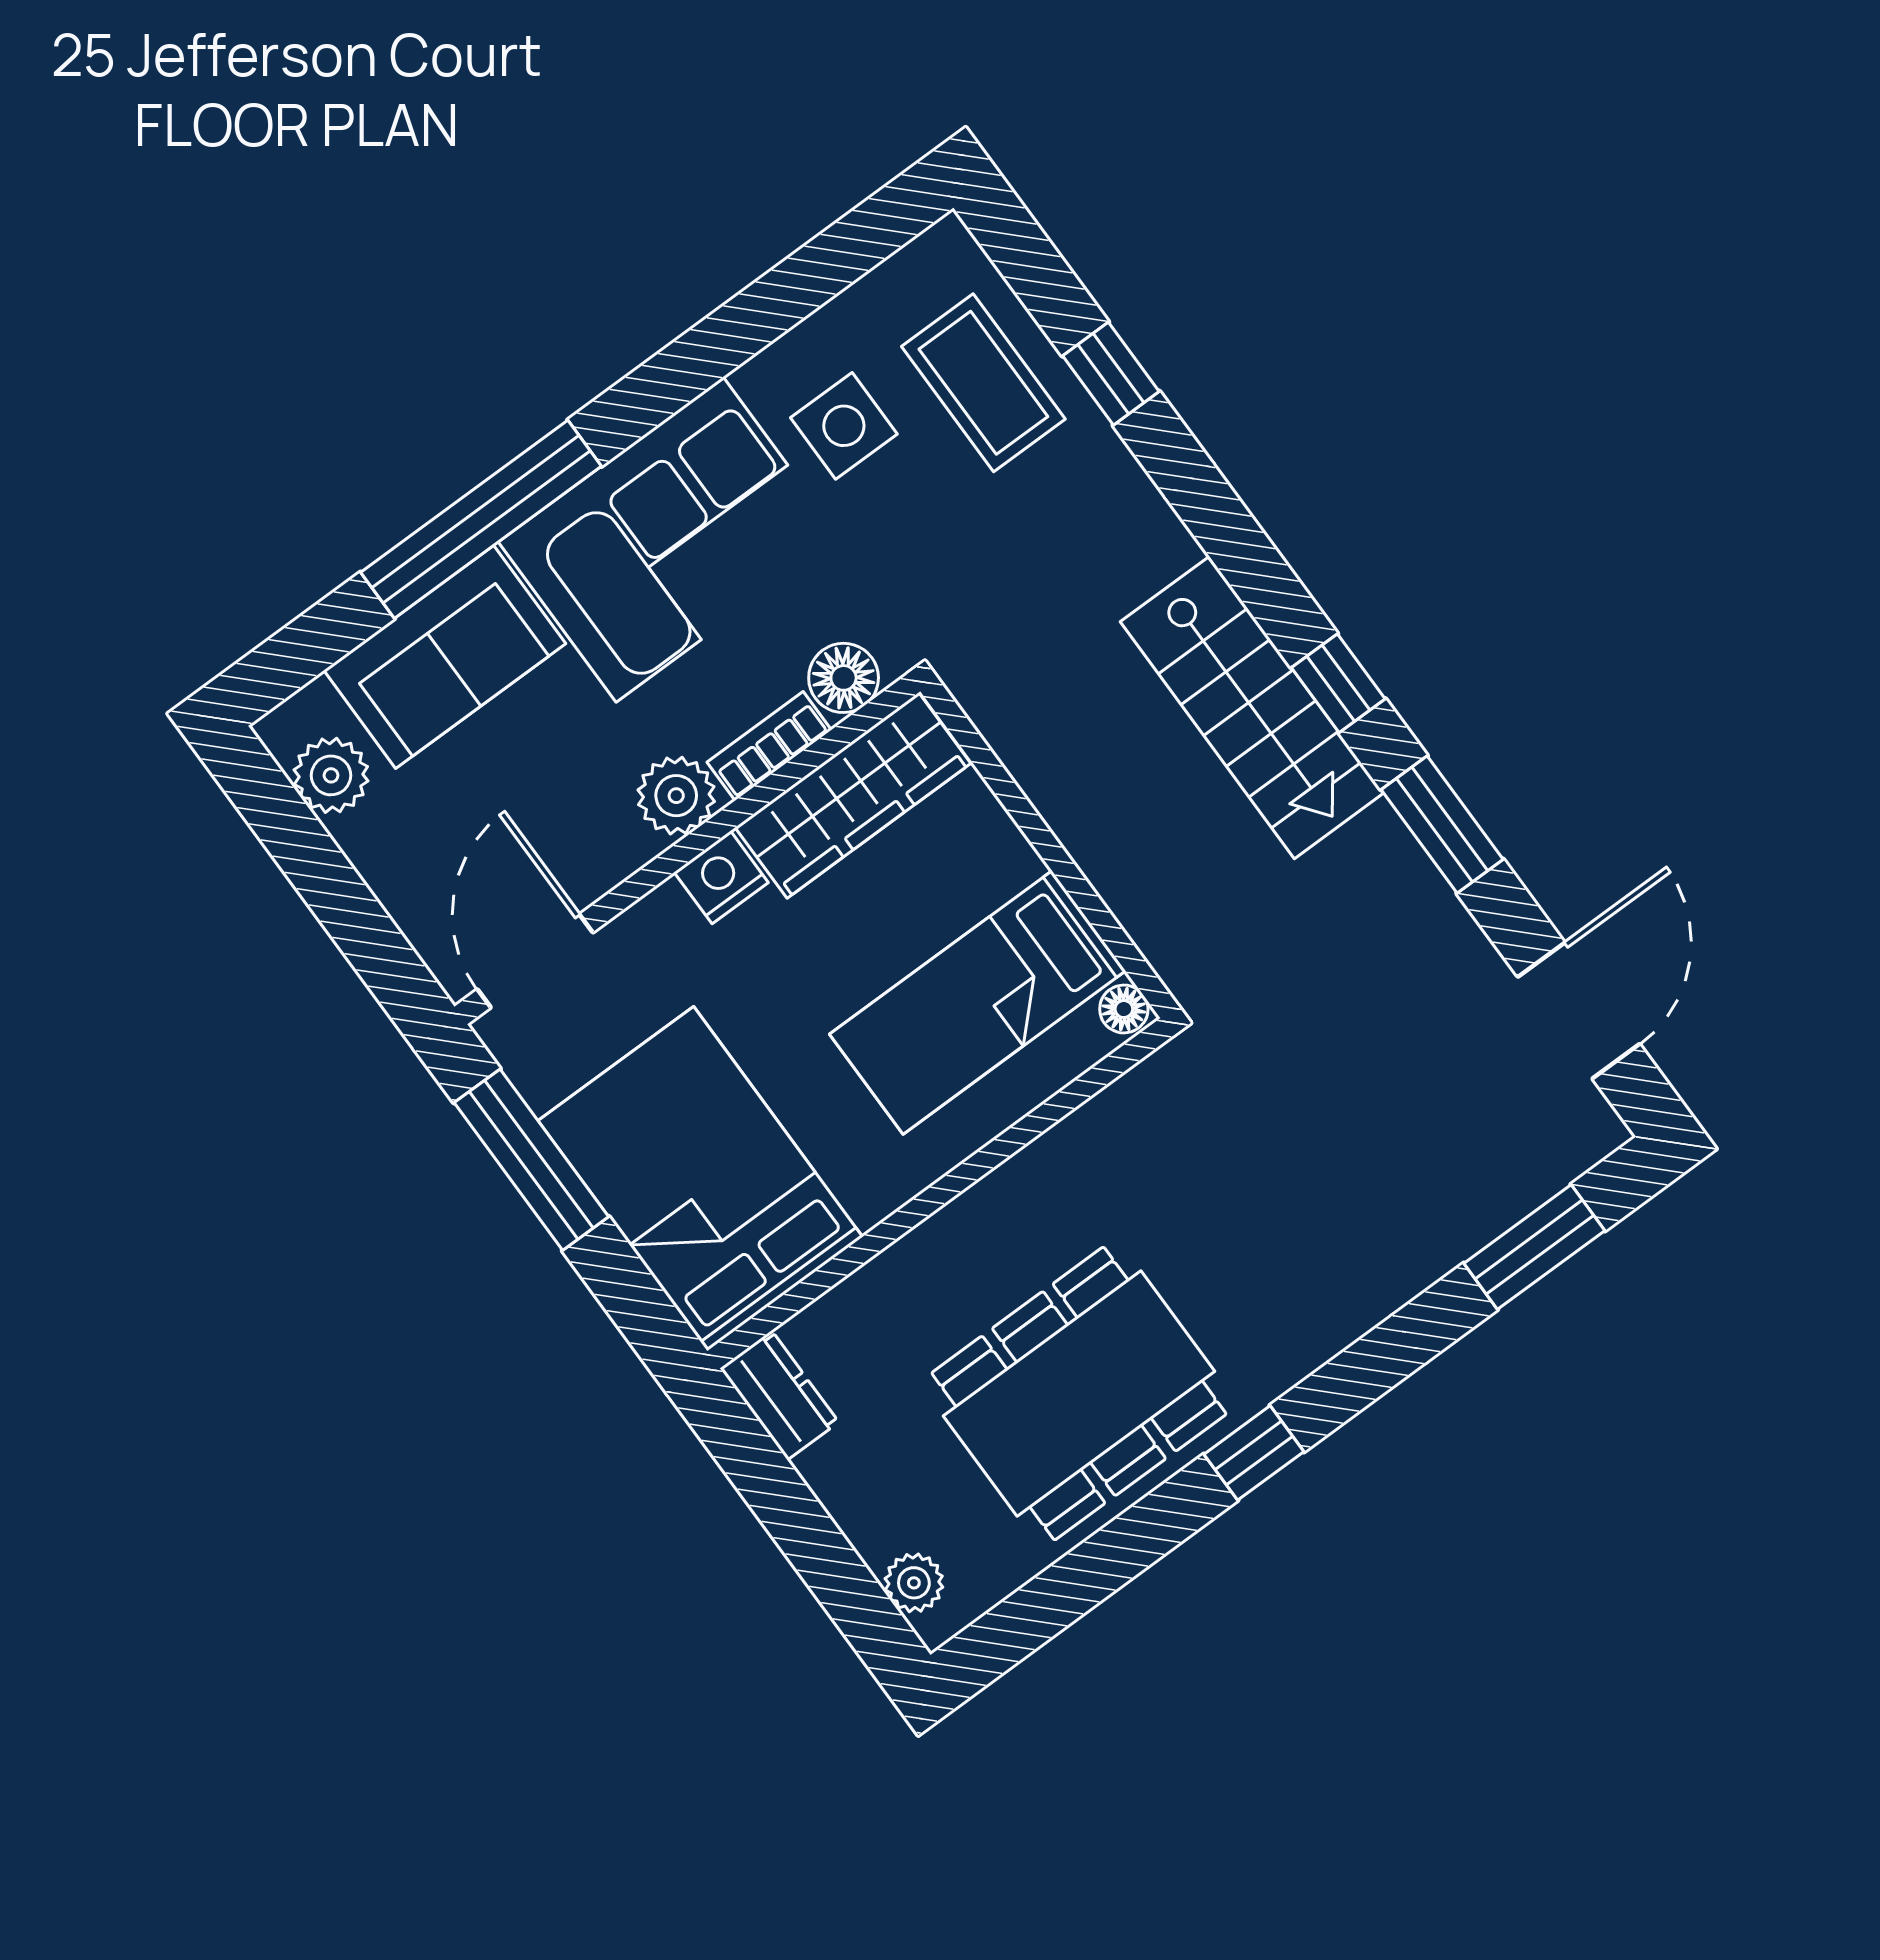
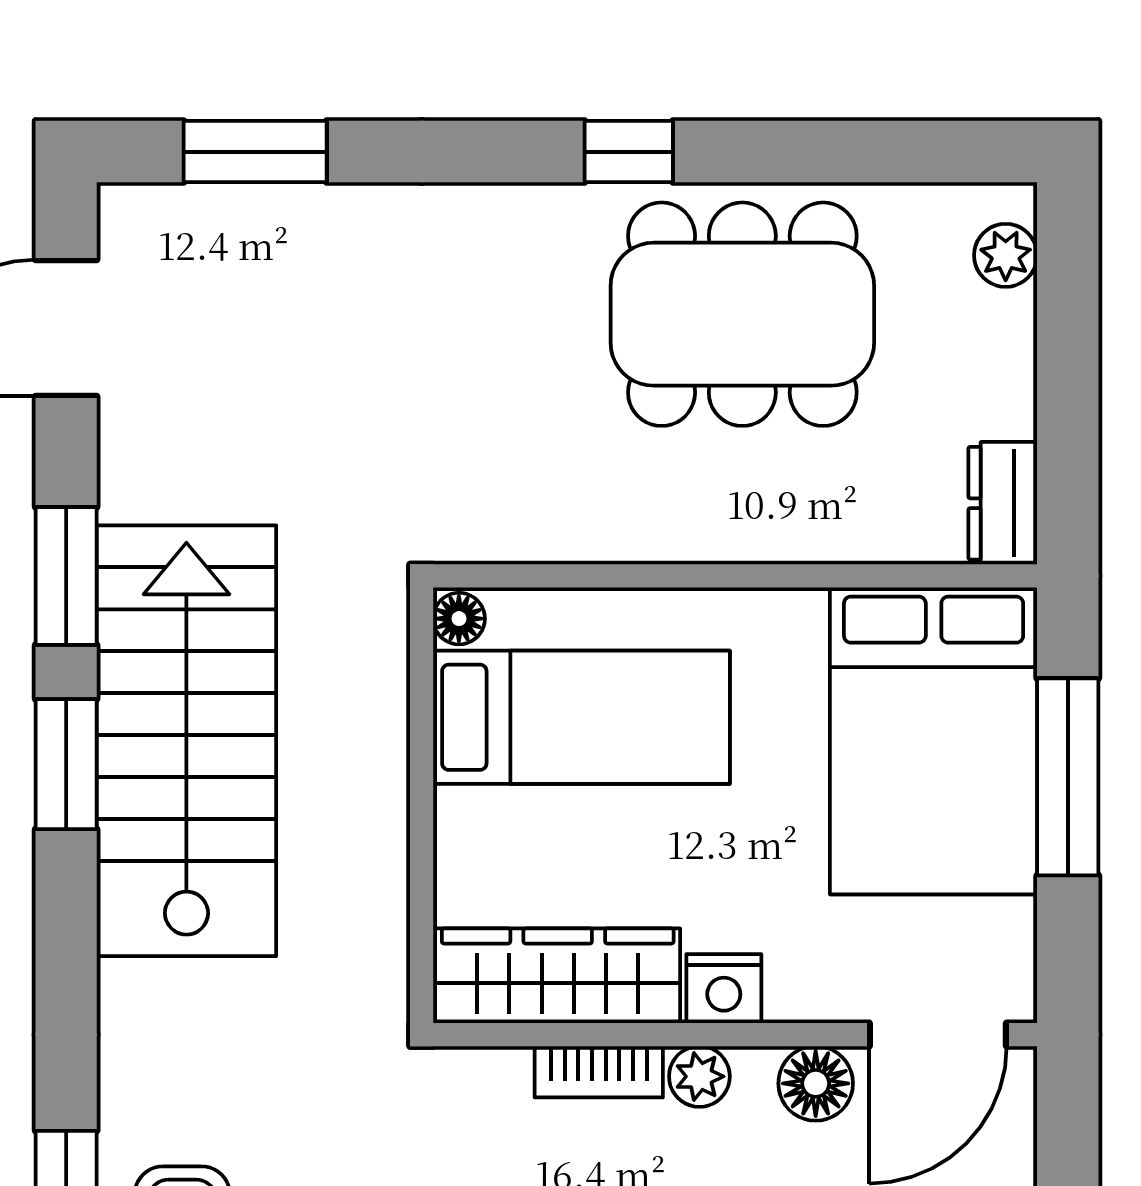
floor lamp: (844, 678) -> (816, 1083), moved
window: (1338, 683) -> (66, 764), width x1.50
stairs: (1252, 707) -> (186, 741), width x1.36, depth x1.51
plant: (676, 796) -> (699, 1076), width x0.73, depth x0.73
window: (531, 1160) -> (1068, 777), moved

